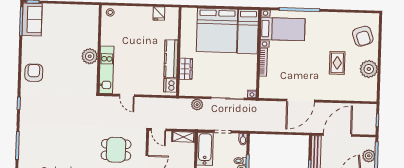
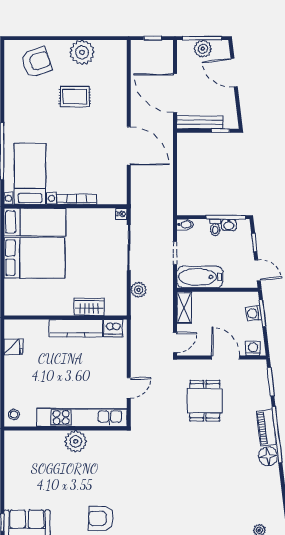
bed: (217, 30) -> (34, 258), width x0.73
kitchen unit: (106, 70) -> (82, 417), width x1.36

